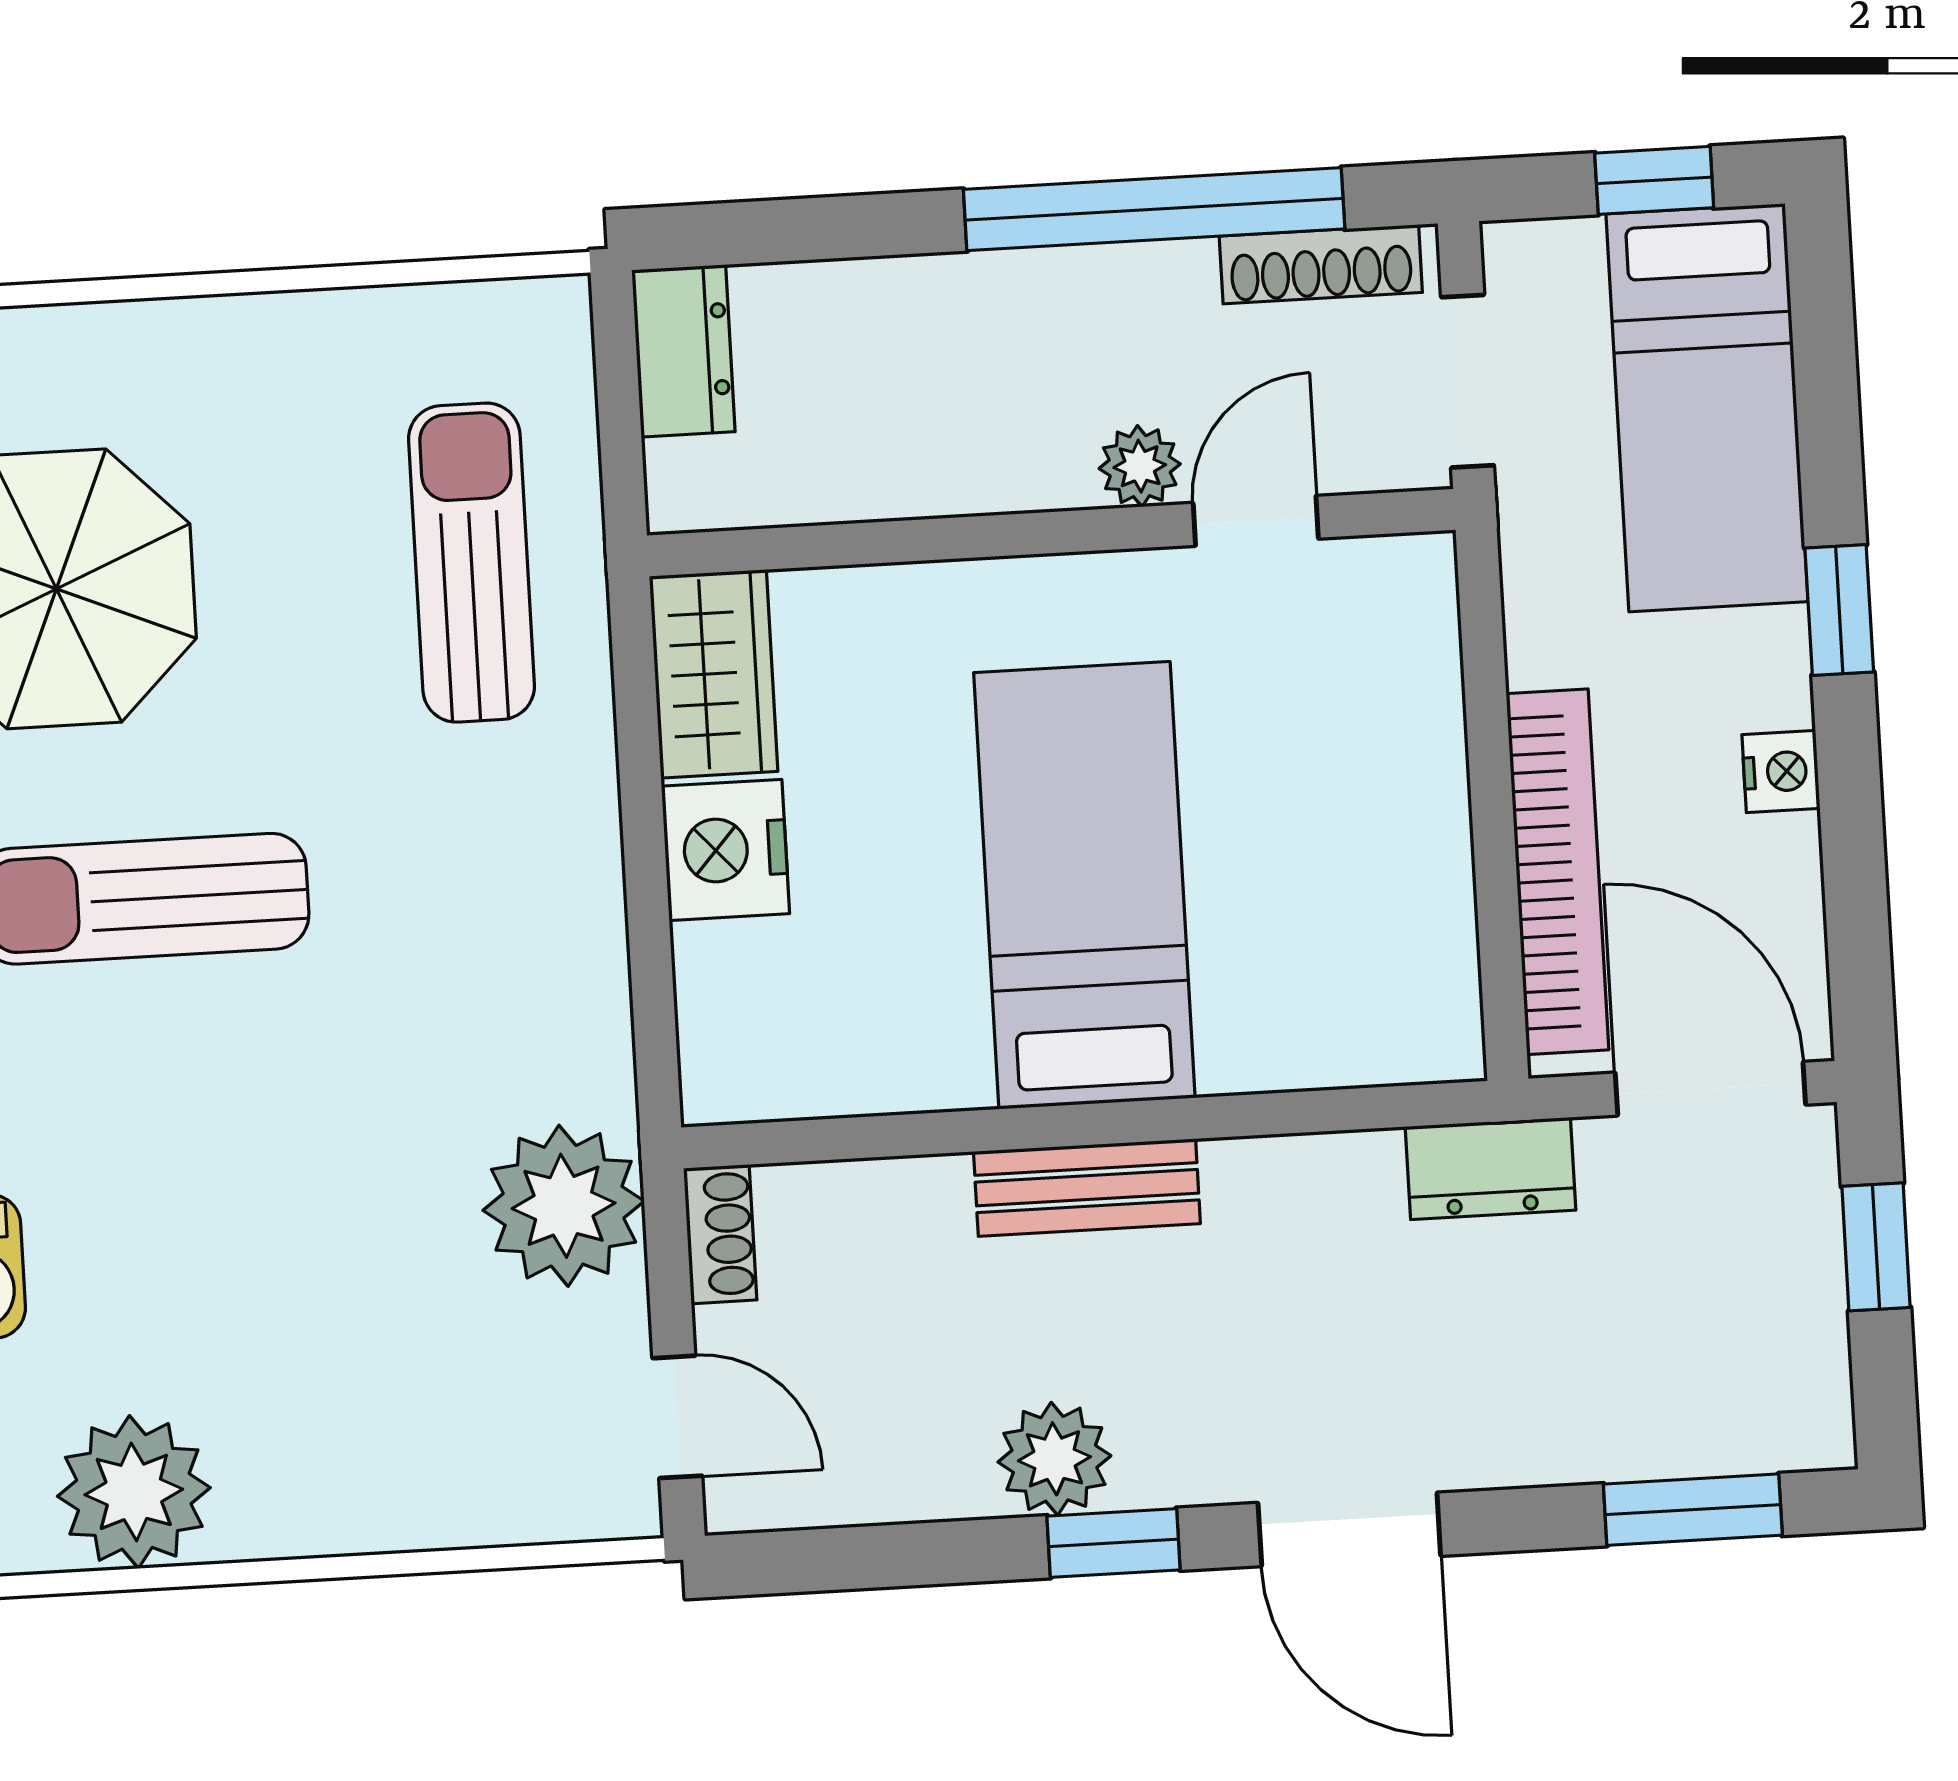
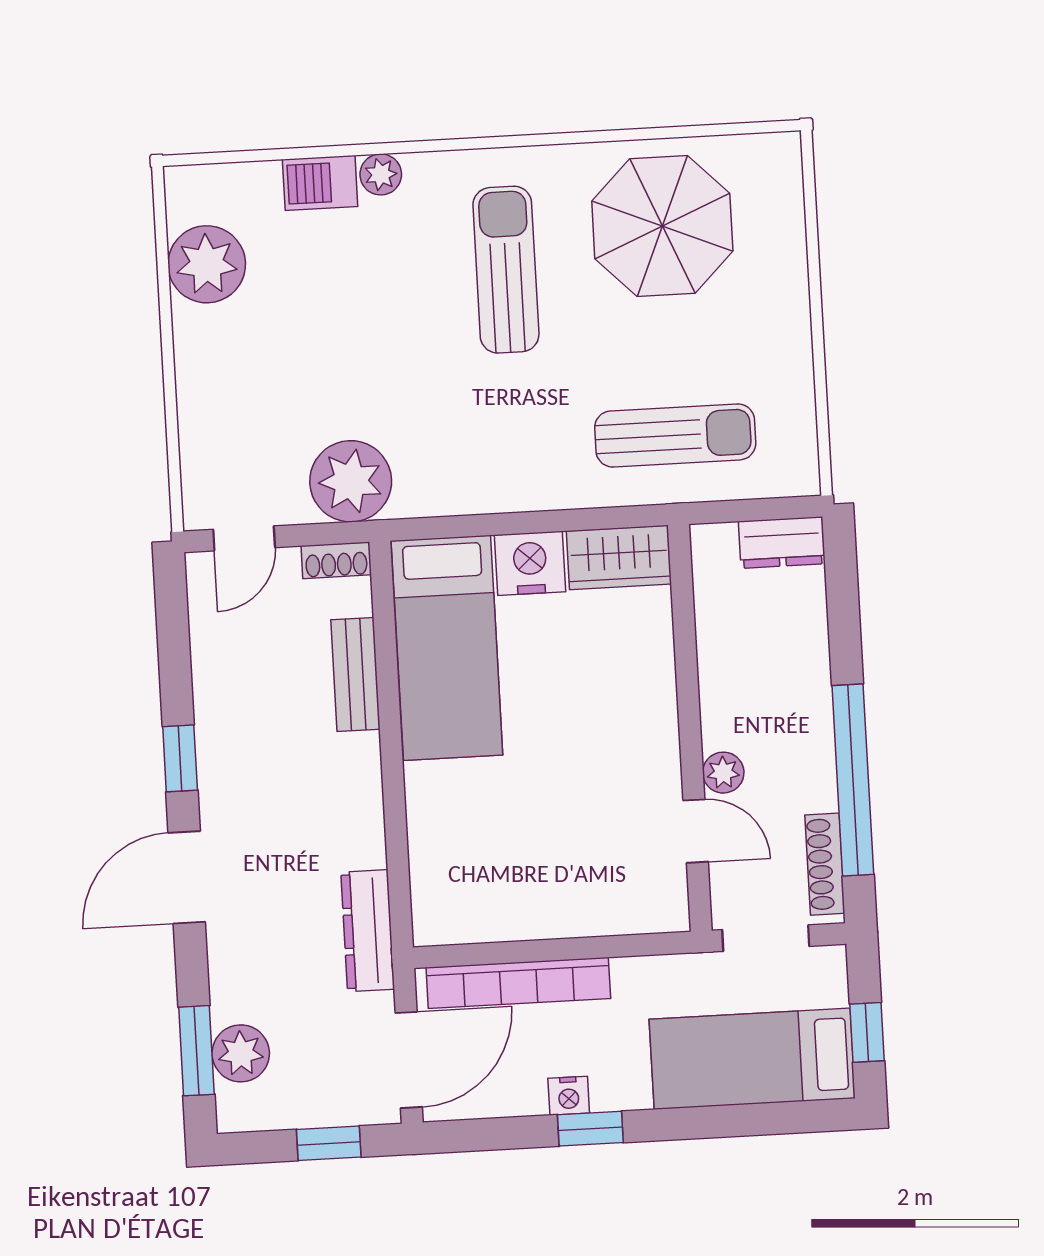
window: (1839, 610) -> (590, 1129), moved
bed: (1084, 885) -> (447, 648), moved, turned 90
dresser: (1491, 1168) -> (368, 931), width x1.44
bench: (1087, 1188) -> (355, 674), moved
plant: (1054, 1459) -> (241, 1053), moved

